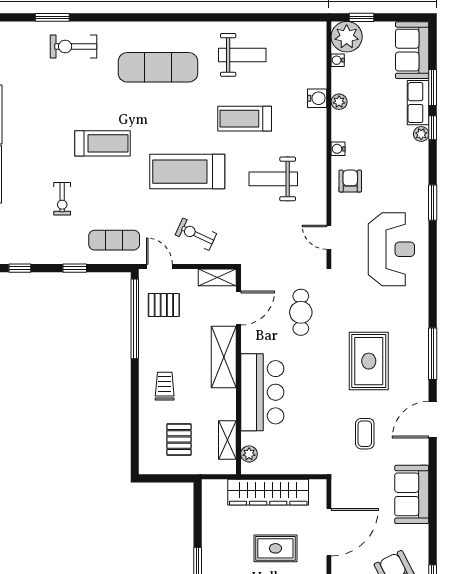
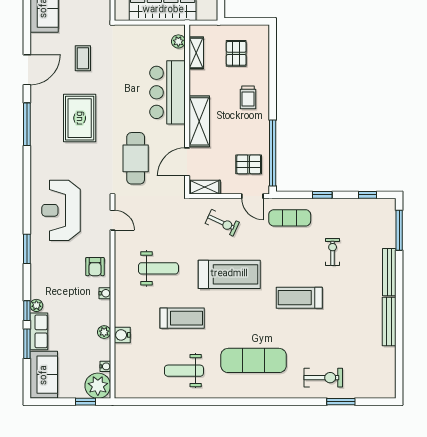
cafe table: (301, 312) -> (136, 158), width x1.37, depth x1.35

